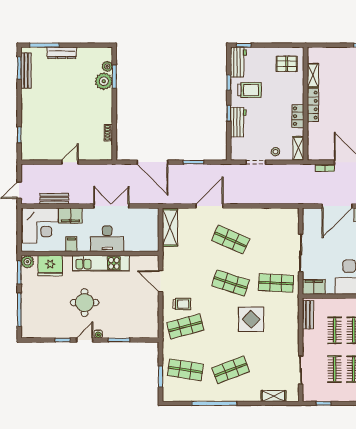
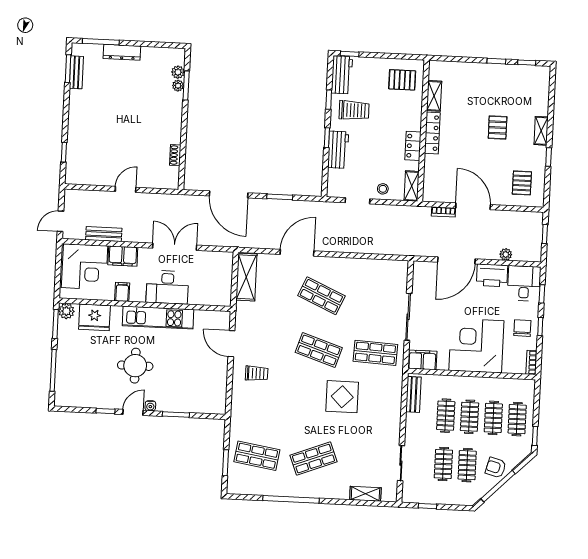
bench: (26, 71) -> (76, 72), width x0.73
plant: (104, 81) -> (178, 86), width x0.53, depth x0.53
shop shelf: (185, 326) -> (260, 402), removed

